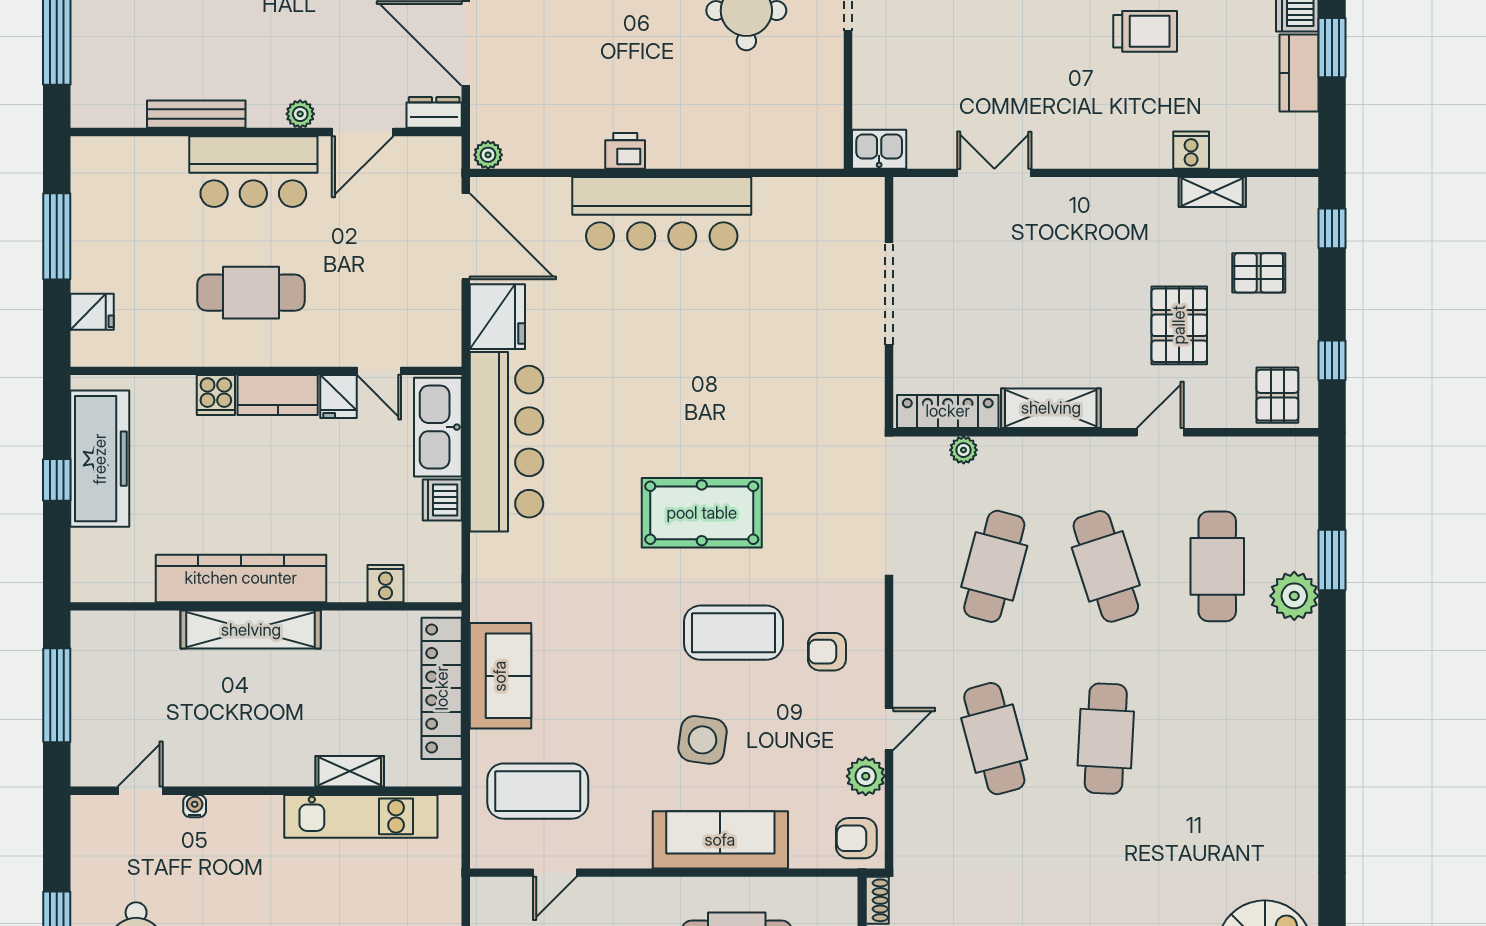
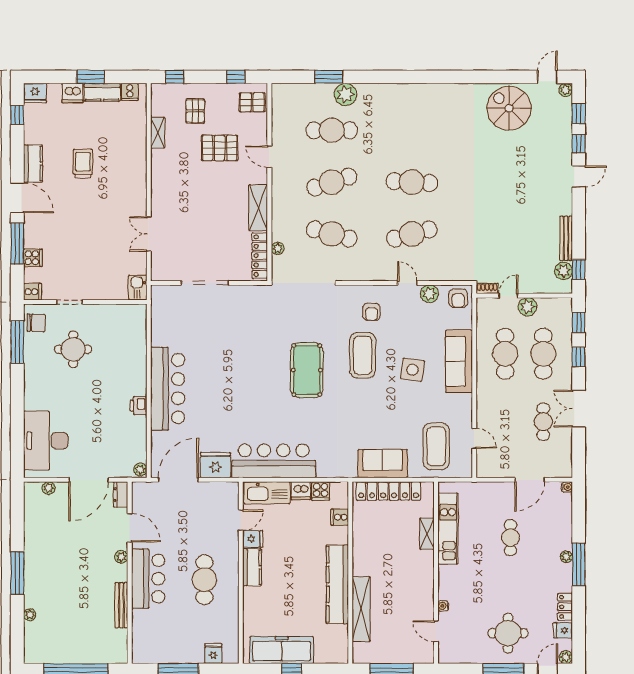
cooker: (1191, 150) -> (130, 92), moved, turned -90
cooker: (216, 395) -> (321, 491), moved, turned 90
shelving: (251, 630) -> (361, 609), moved

